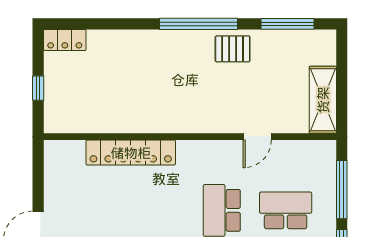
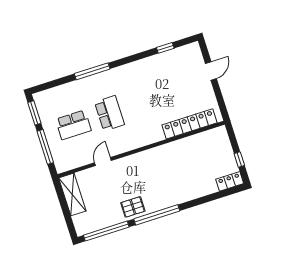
window: (287, 24) -> (106, 231), width x1.46
window: (38, 88) -> (239, 159), moved
locker: (131, 153) -> (190, 124), moved

